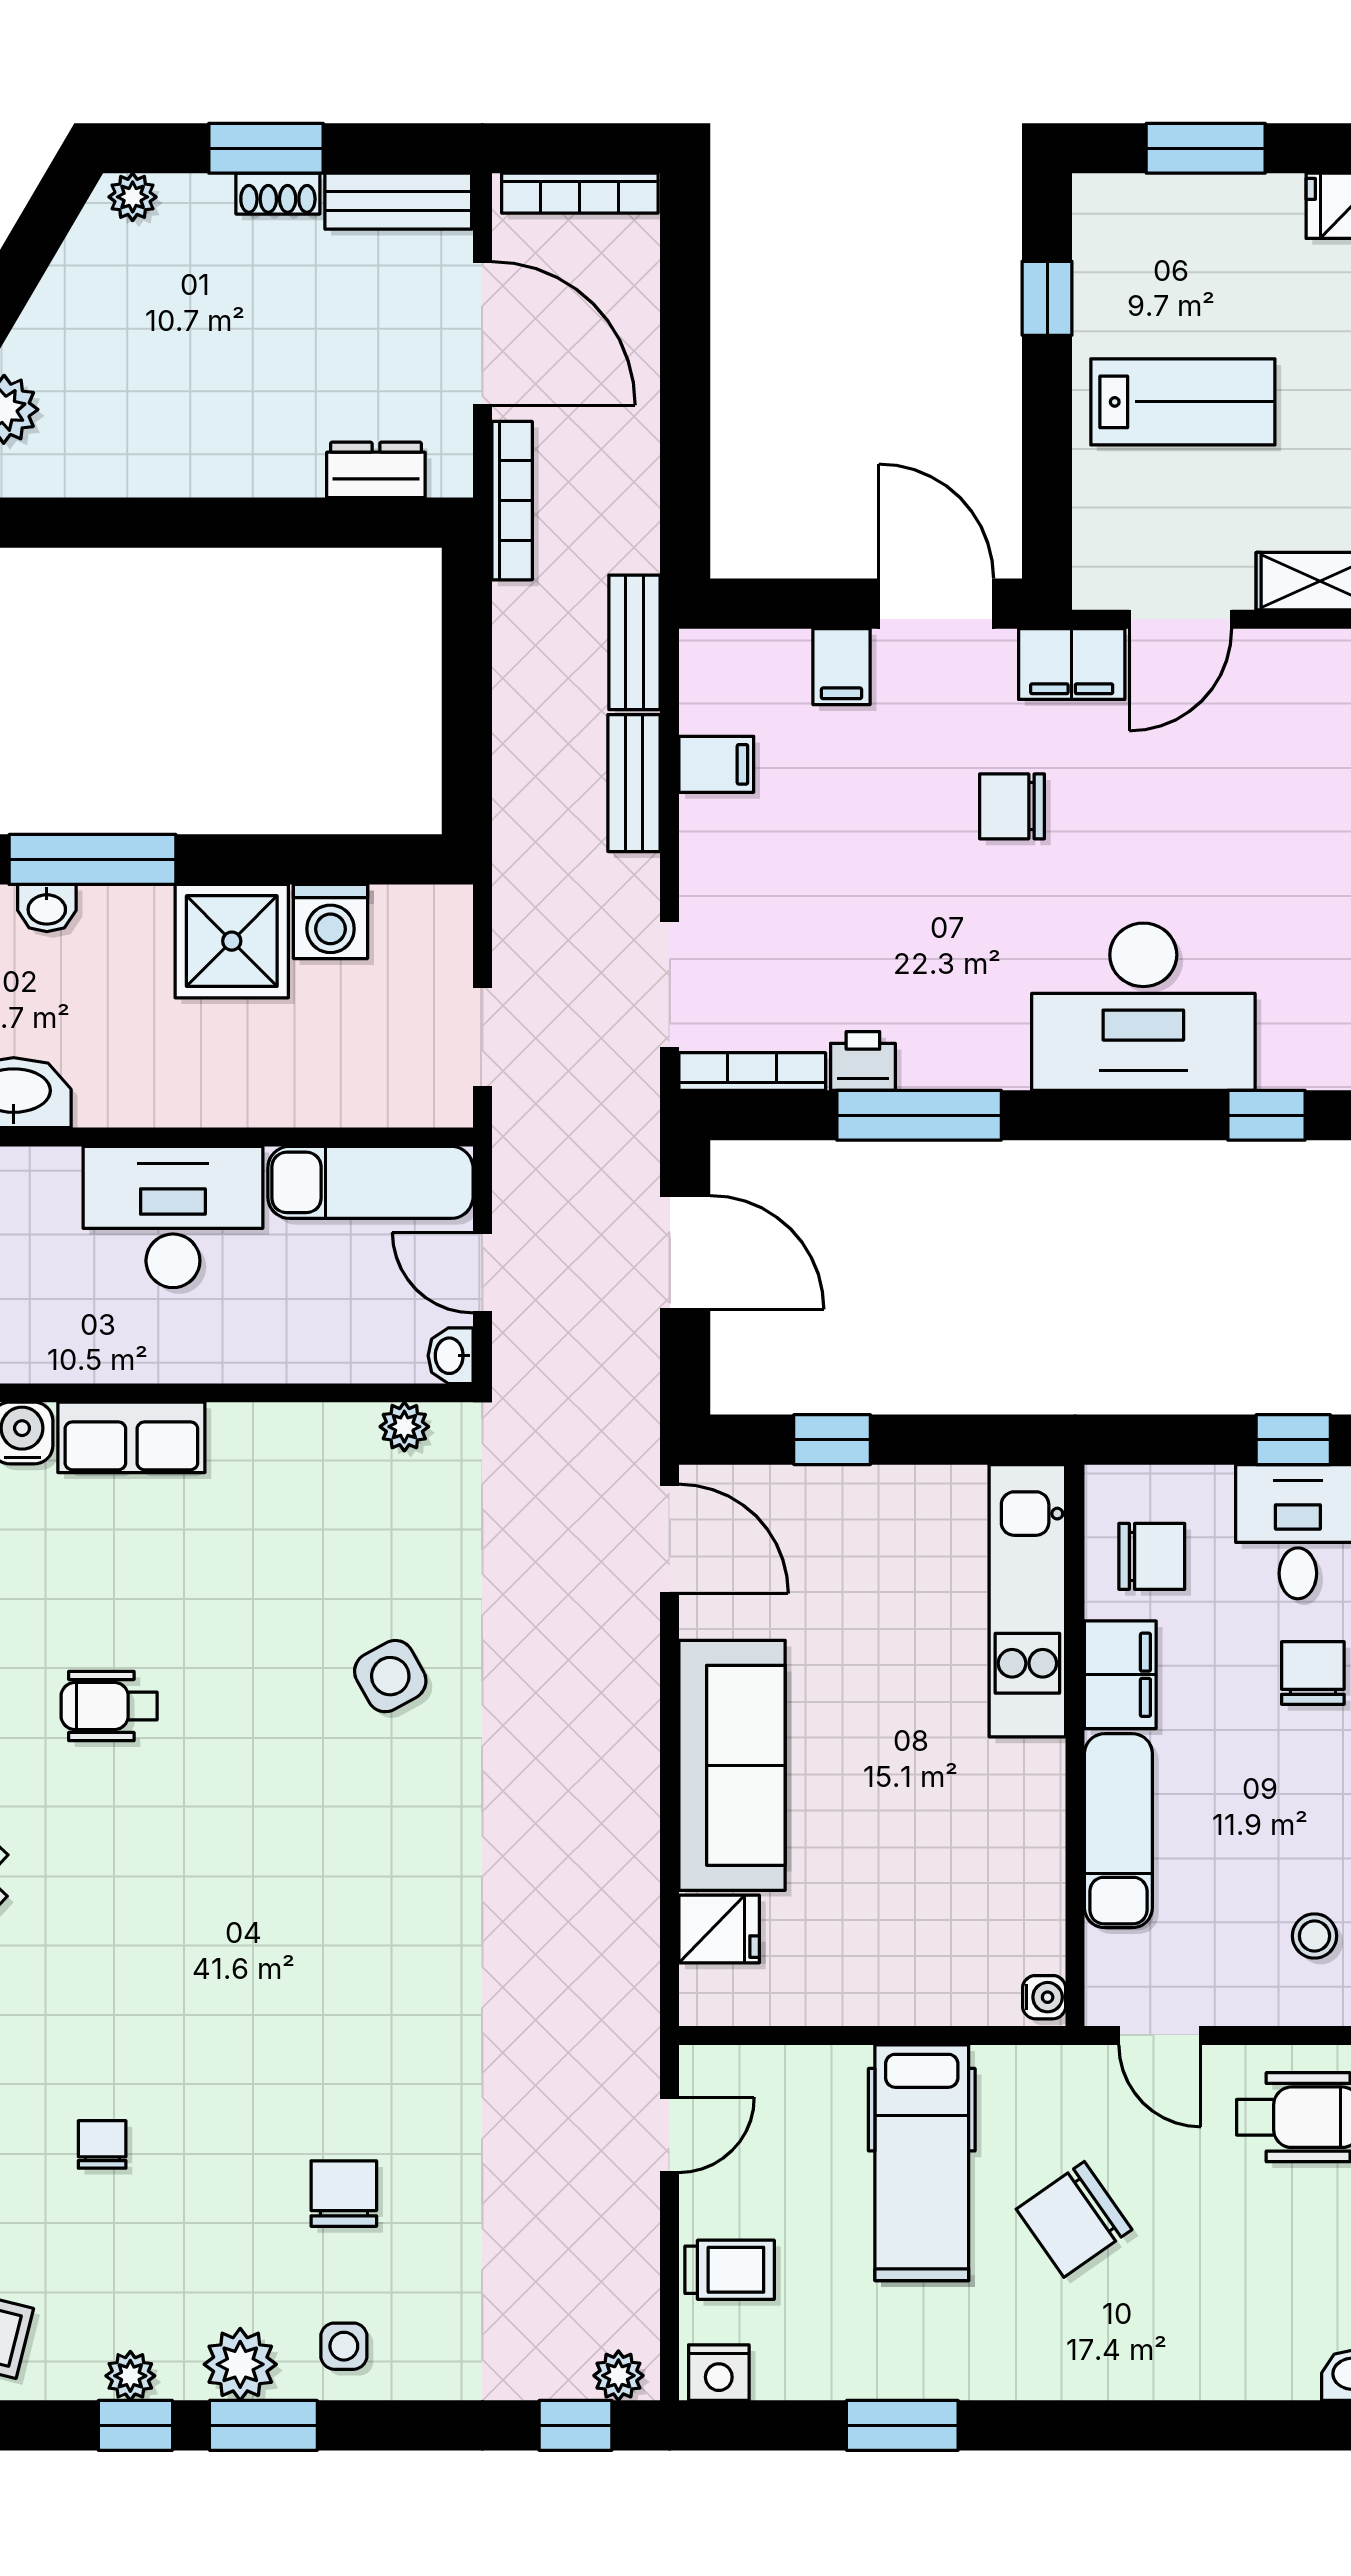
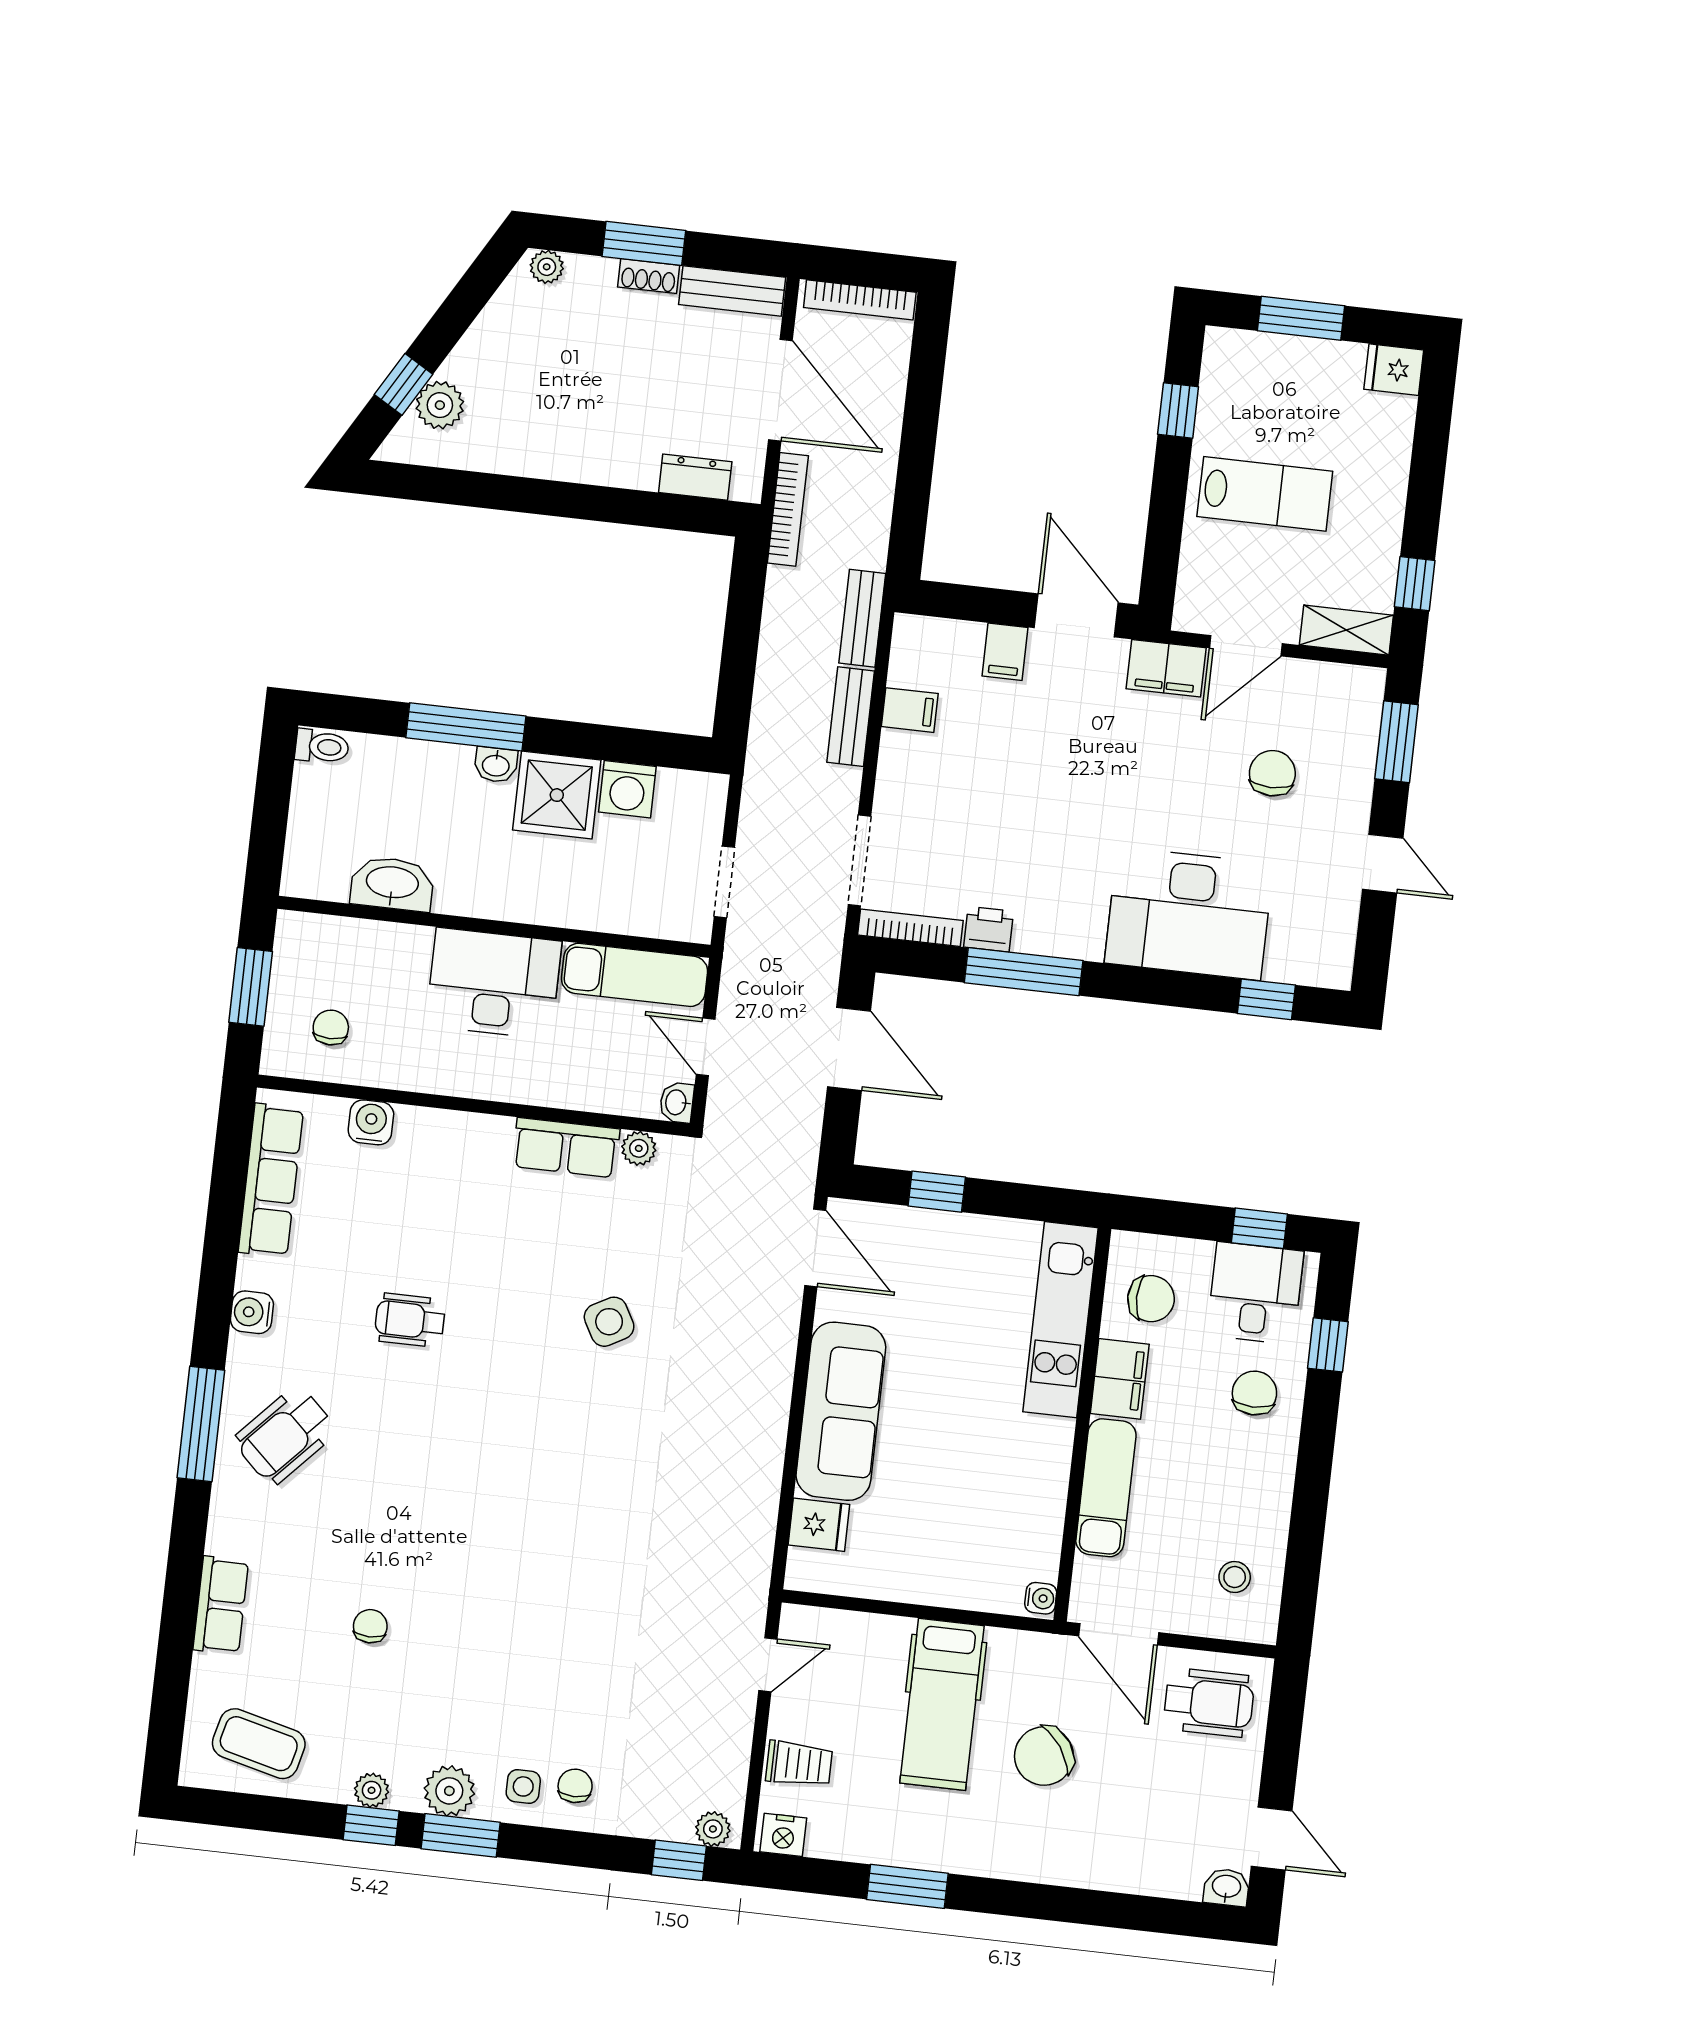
chair: (1012, 806) -> (1272, 773), moved, turned 90
washbasin: (47, 908) -> (496, 765), moved
row of seats: (131, 1437) -> (566, 1148), moved
door: (1160, 2035) -> (1119, 1634), width x1.38
chair: (344, 2194) -> (575, 1786), moved, width x0.73, depth x0.73

